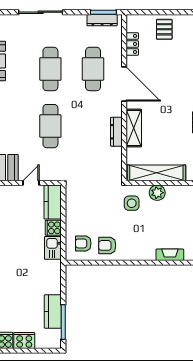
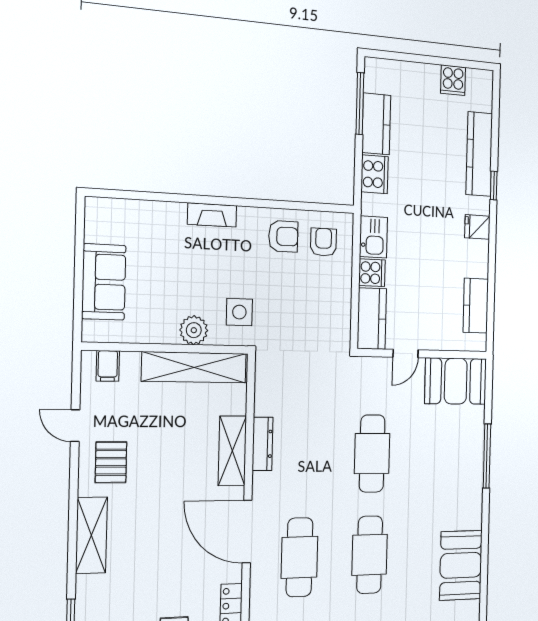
armchair: (83, 243) -> (324, 242), turned -90
fireplace: (170, 255) -> (212, 215), moved
cooker: (24, 341) -> (375, 174), moved, turned -90

